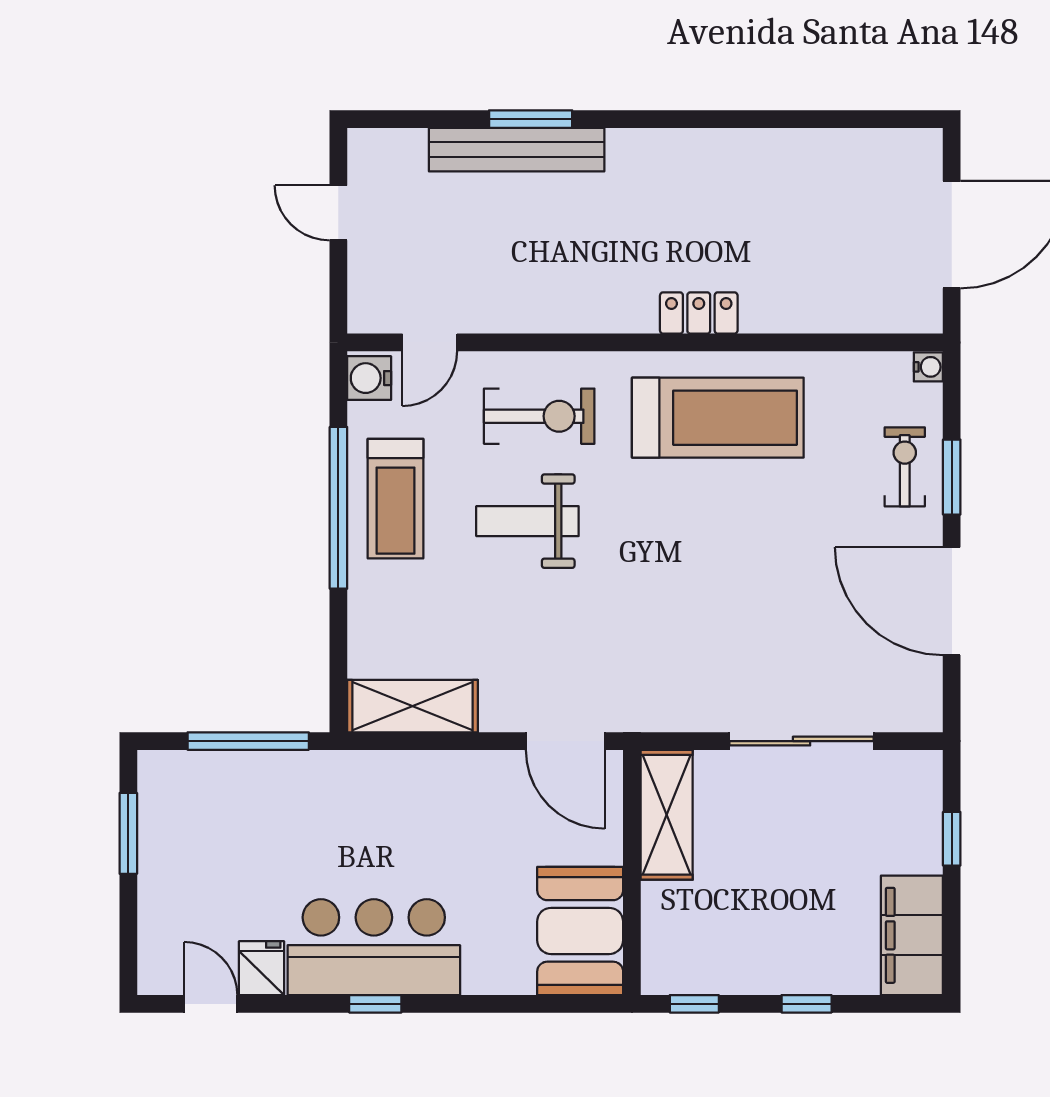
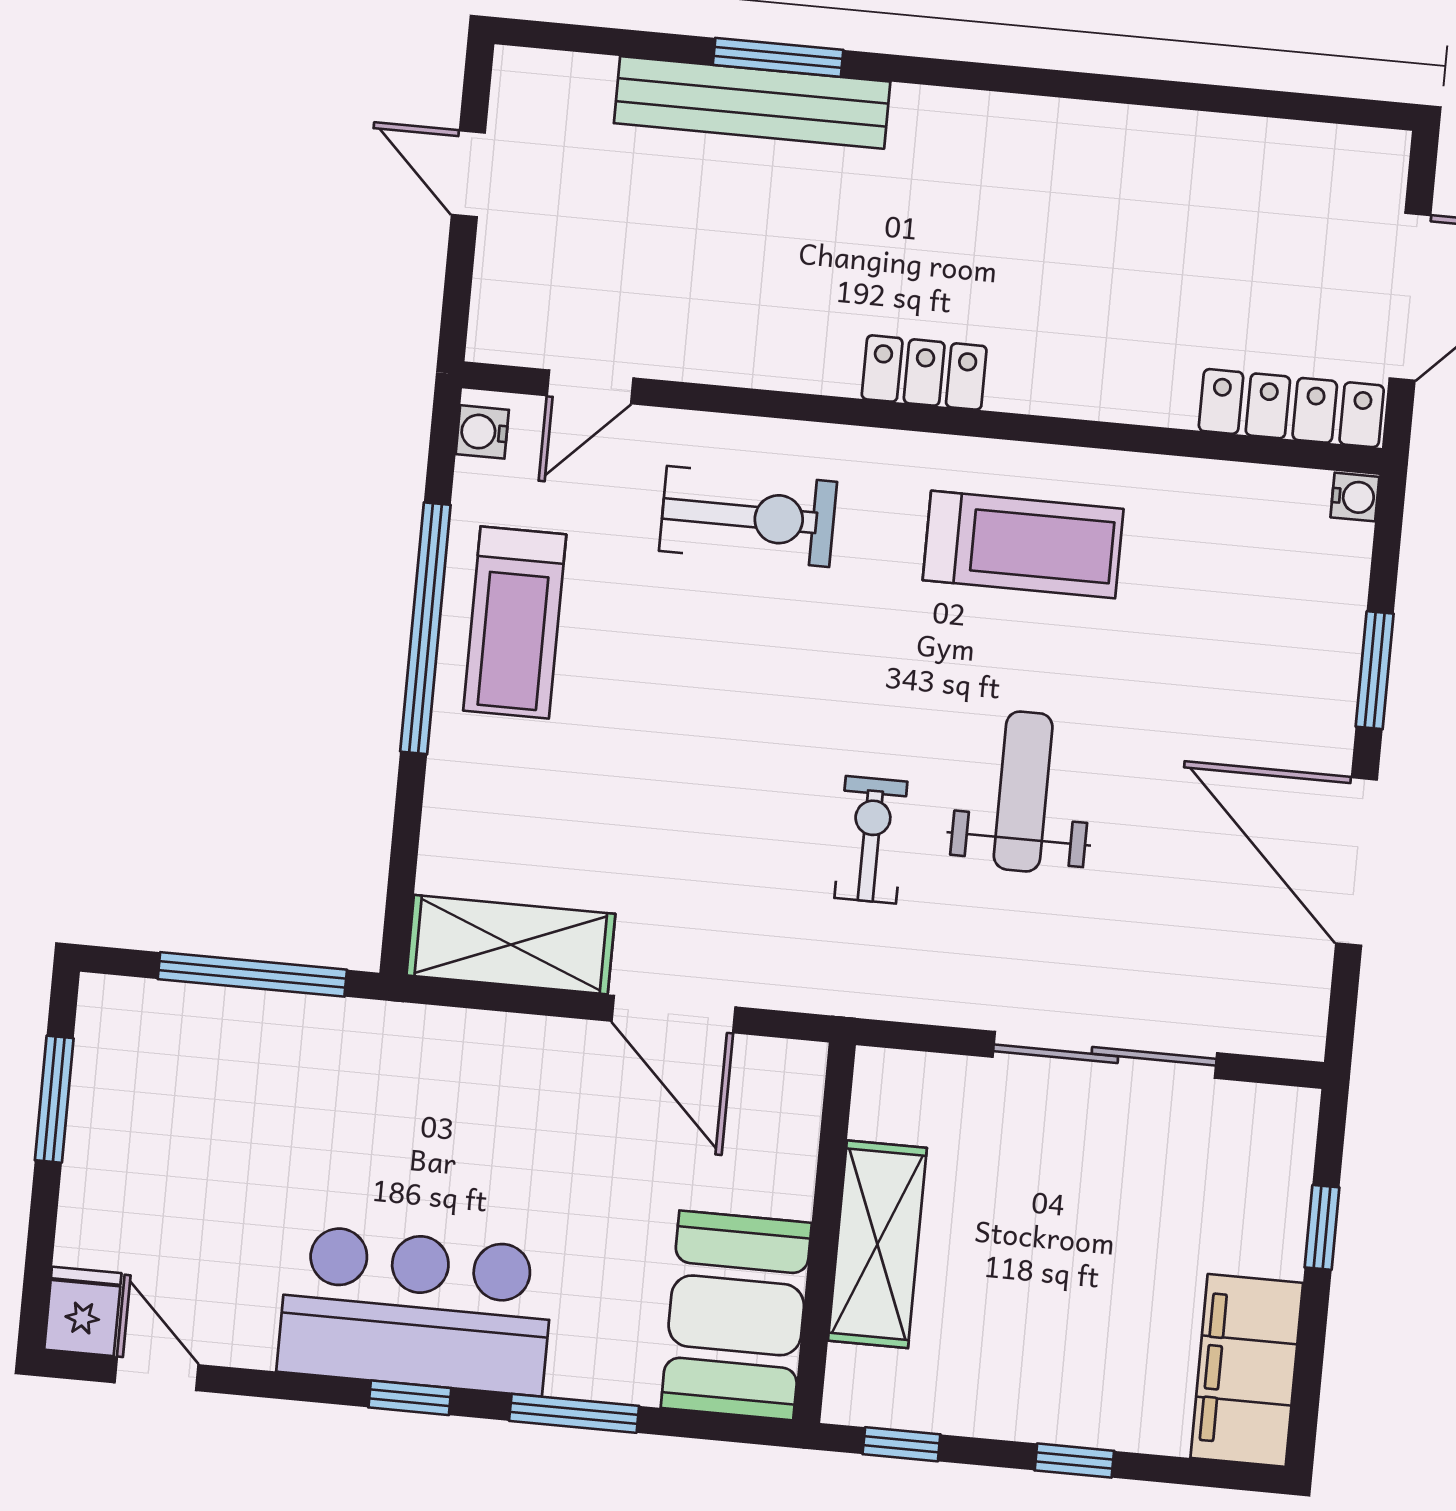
locker: (699, 313) -> (924, 373), moved
locker: (882, 314) -> (1291, 408), added
water cooler: (369, 378) -> (482, 432), width x0.72, depth x0.72
treadmill: (718, 418) -> (1023, 545), width x0.73, depth x0.73
exercise bike: (905, 467) -> (871, 840), moved
weight bench: (527, 521) -> (1023, 791), moved, turned 90
door: (565, 741) -> (674, 1014), moved
shelving: (667, 815) -> (877, 1244), moved
fridge: (262, 968) -> (83, 1311), moved
window: (482, 1004) -> (574, 1413), added

